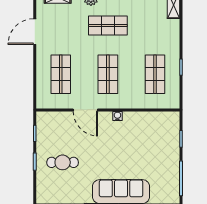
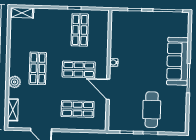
shop shelf: (155, 74) -> (80, 30), turned 90
door: (85, 110) -> (108, 89), swing flipped
cafe table: (63, 162) -> (152, 110), width x1.37, depth x1.35

